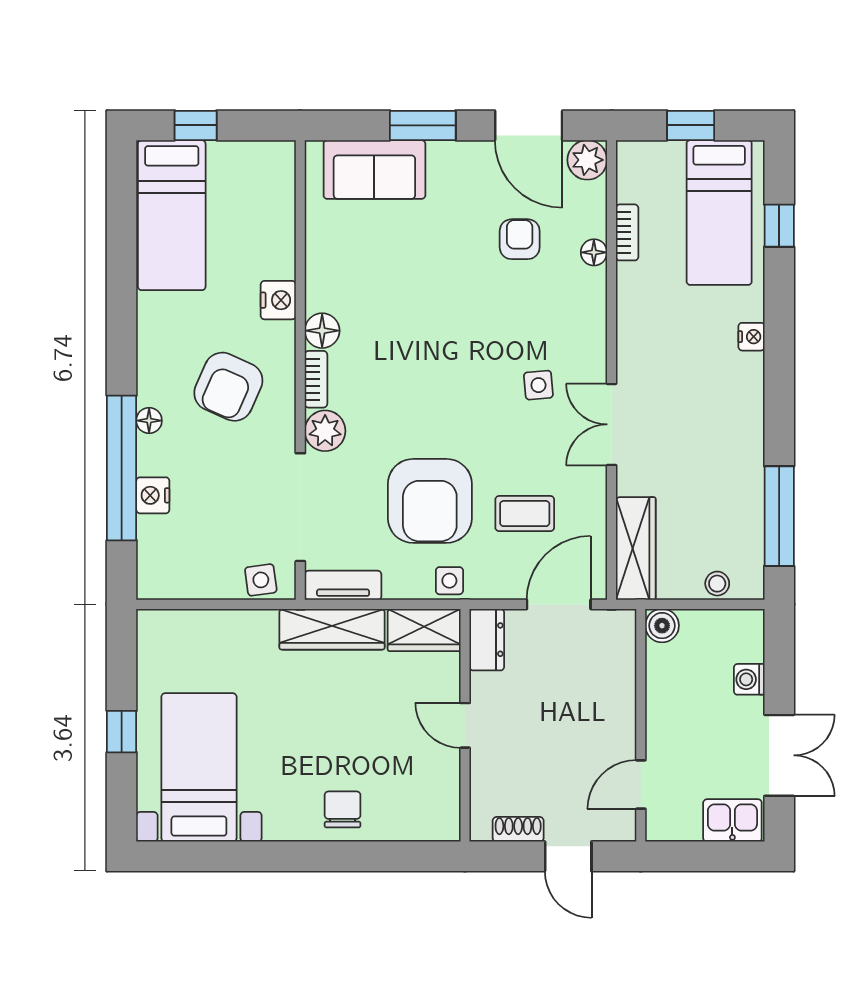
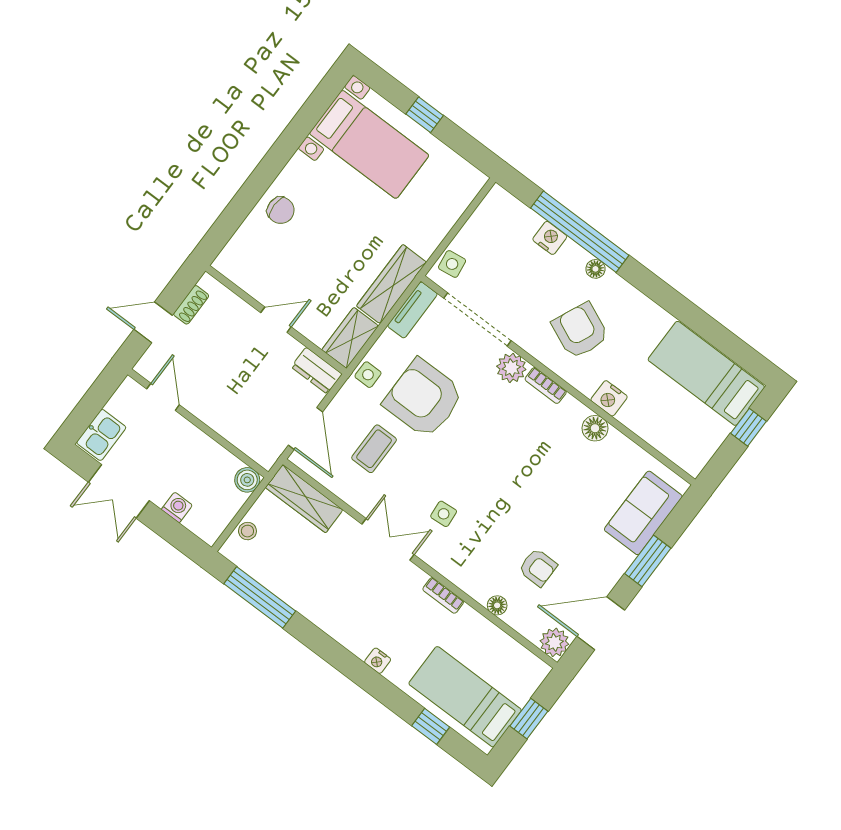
bookcase: (627, 232) -> (443, 595), moved
floor lamp: (322, 331) -> (595, 428), moved

